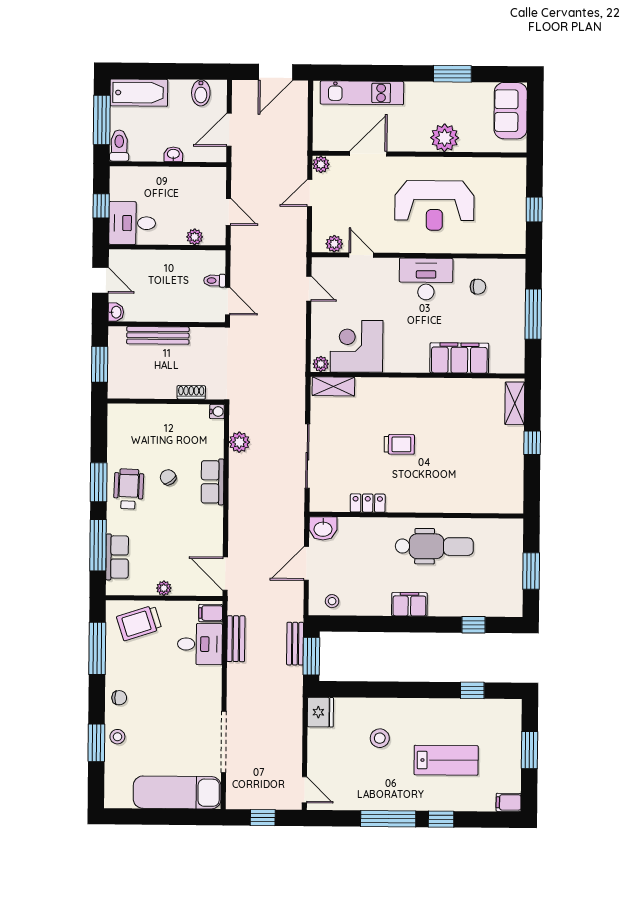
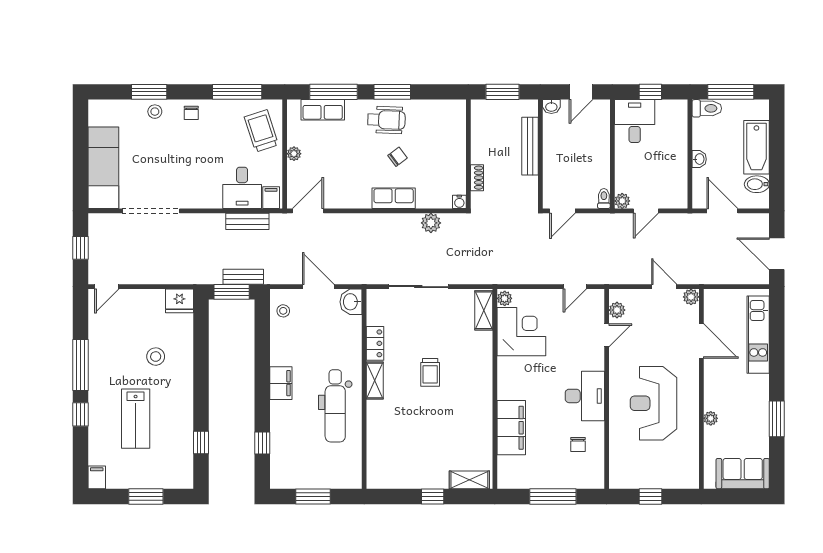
bathtub: (139, 93) -> (756, 147), moved
plant: (445, 138) -> (711, 418), width x0.53, depth x0.53
plant: (195, 237) -> (622, 201), moved
toilet: (215, 281) -> (604, 199), moved
shelving: (407, 504) -> (375, 380), added

